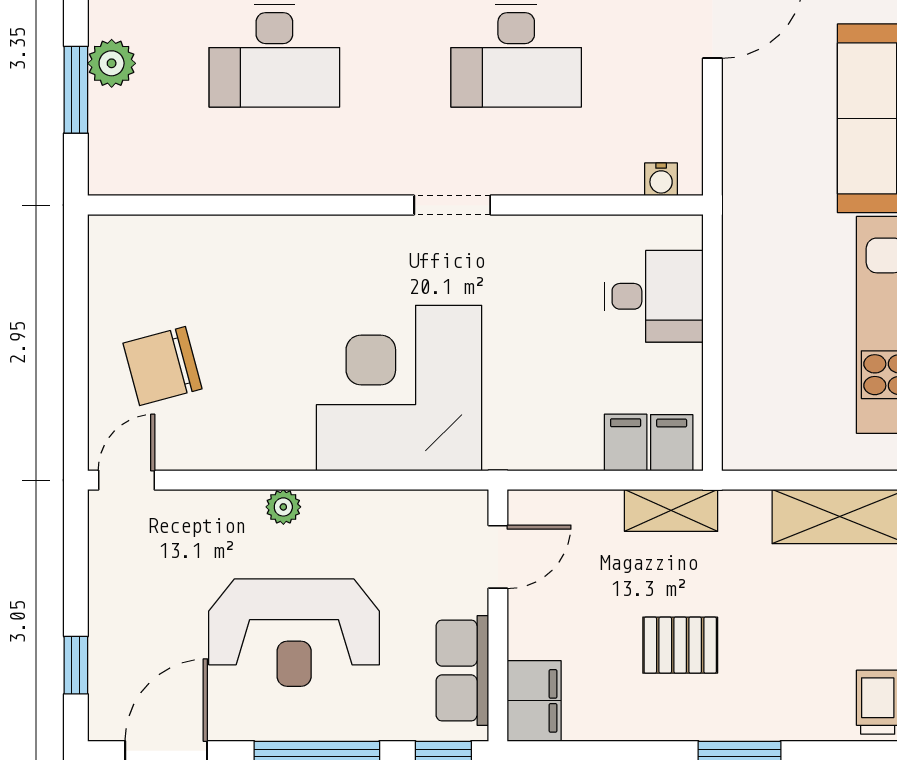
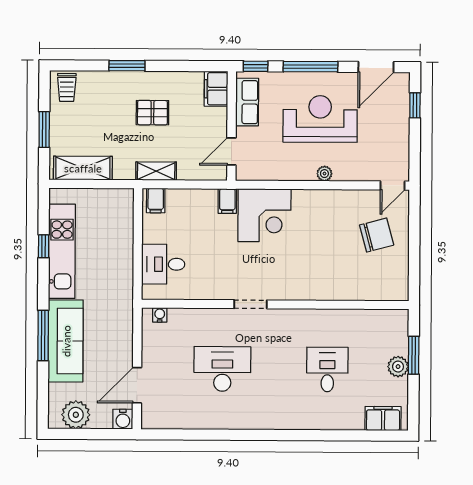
desk: (274, 56) -> (327, 369), width x0.73
corner desk: (399, 388) -> (265, 215), width x0.74, depth x0.74
filing cabinet: (626, 443) -> (227, 201), moved

